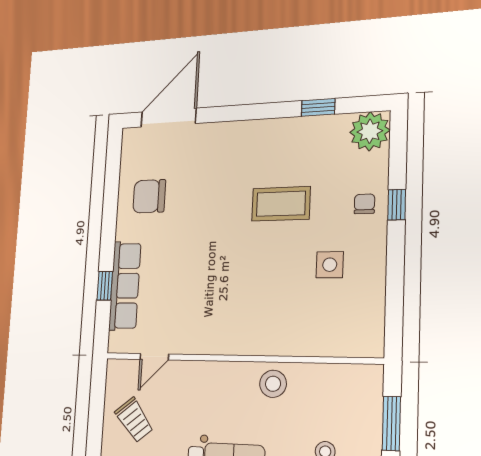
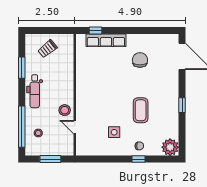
window: (318, 107) -> (182, 105), moved
chair: (149, 196) -> (140, 60), moved
window: (105, 286) -> (95, 30), moved
door: (154, 357) -> (75, 127), moved

